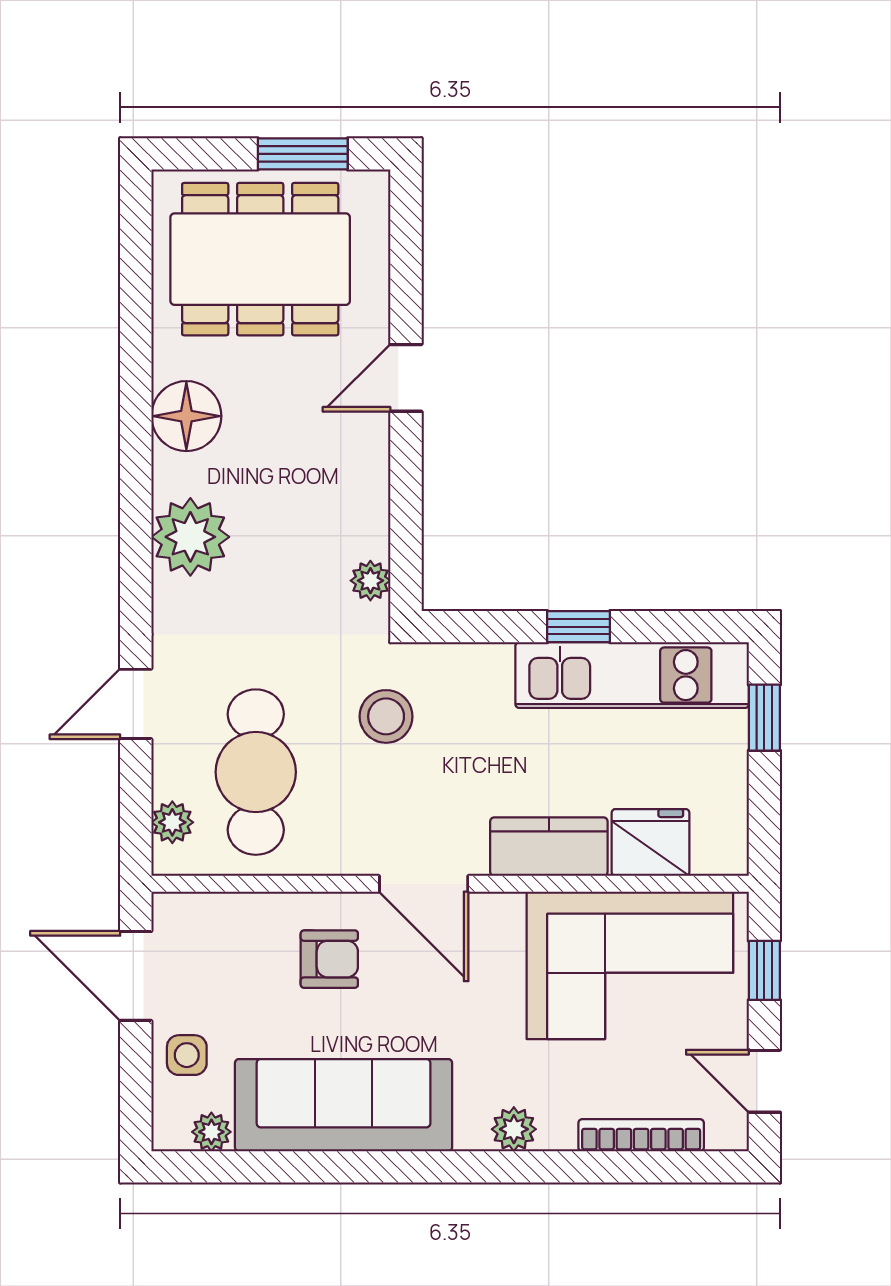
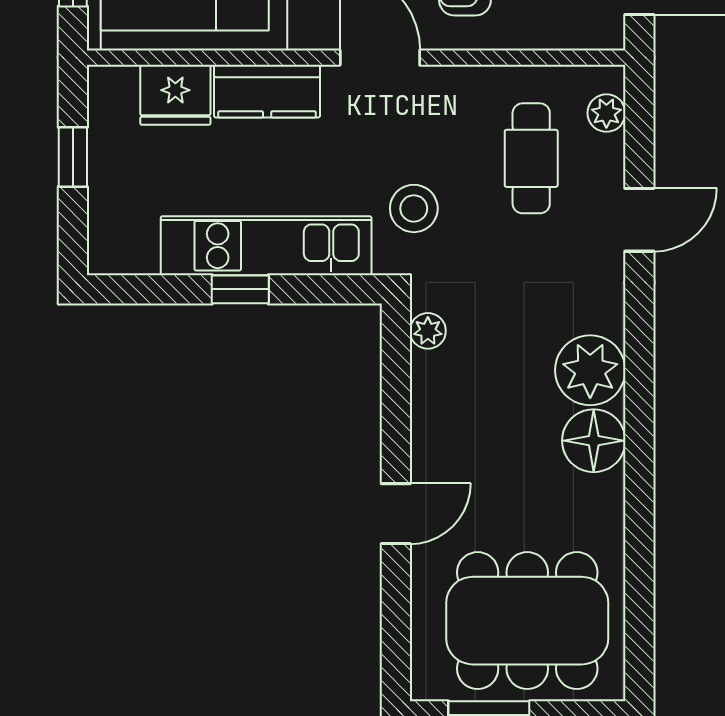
floor lamp: (186, 416) -> (594, 441), moved
kitchen unit: (632, 675) -> (266, 246), moved
window: (764, 718) -> (73, 157), moved
cafe table: (256, 772) -> (531, 158), width x0.73, depth x0.74

